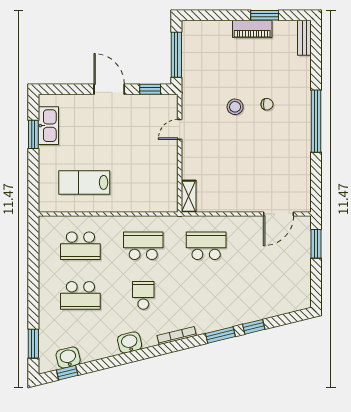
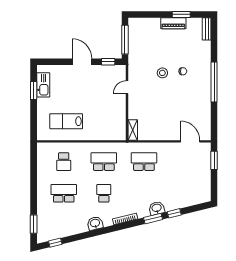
door: (279, 214) -> (190, 141), swing flipped
school desk: (80, 246) -> (64, 162), width x0.54
school desk: (80, 295) -> (64, 193), turned 180
washbasin: (68, 358) -> (157, 208), moved

